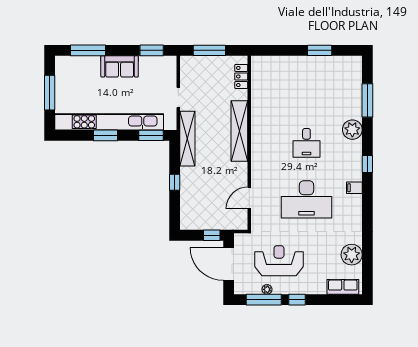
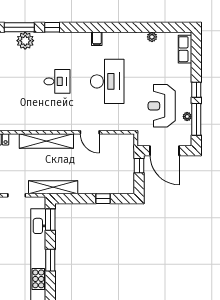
plant: (352, 130) -> (25, 41), moved
window: (367, 164) -> (52, 27), moved
window: (175, 182) -> (103, 199), moved
door: (249, 198) -> (90, 132), moved
plant: (352, 255) -> (152, 37), width x0.53, depth x0.53
door: (229, 264) -> (165, 151), hinge flipped

